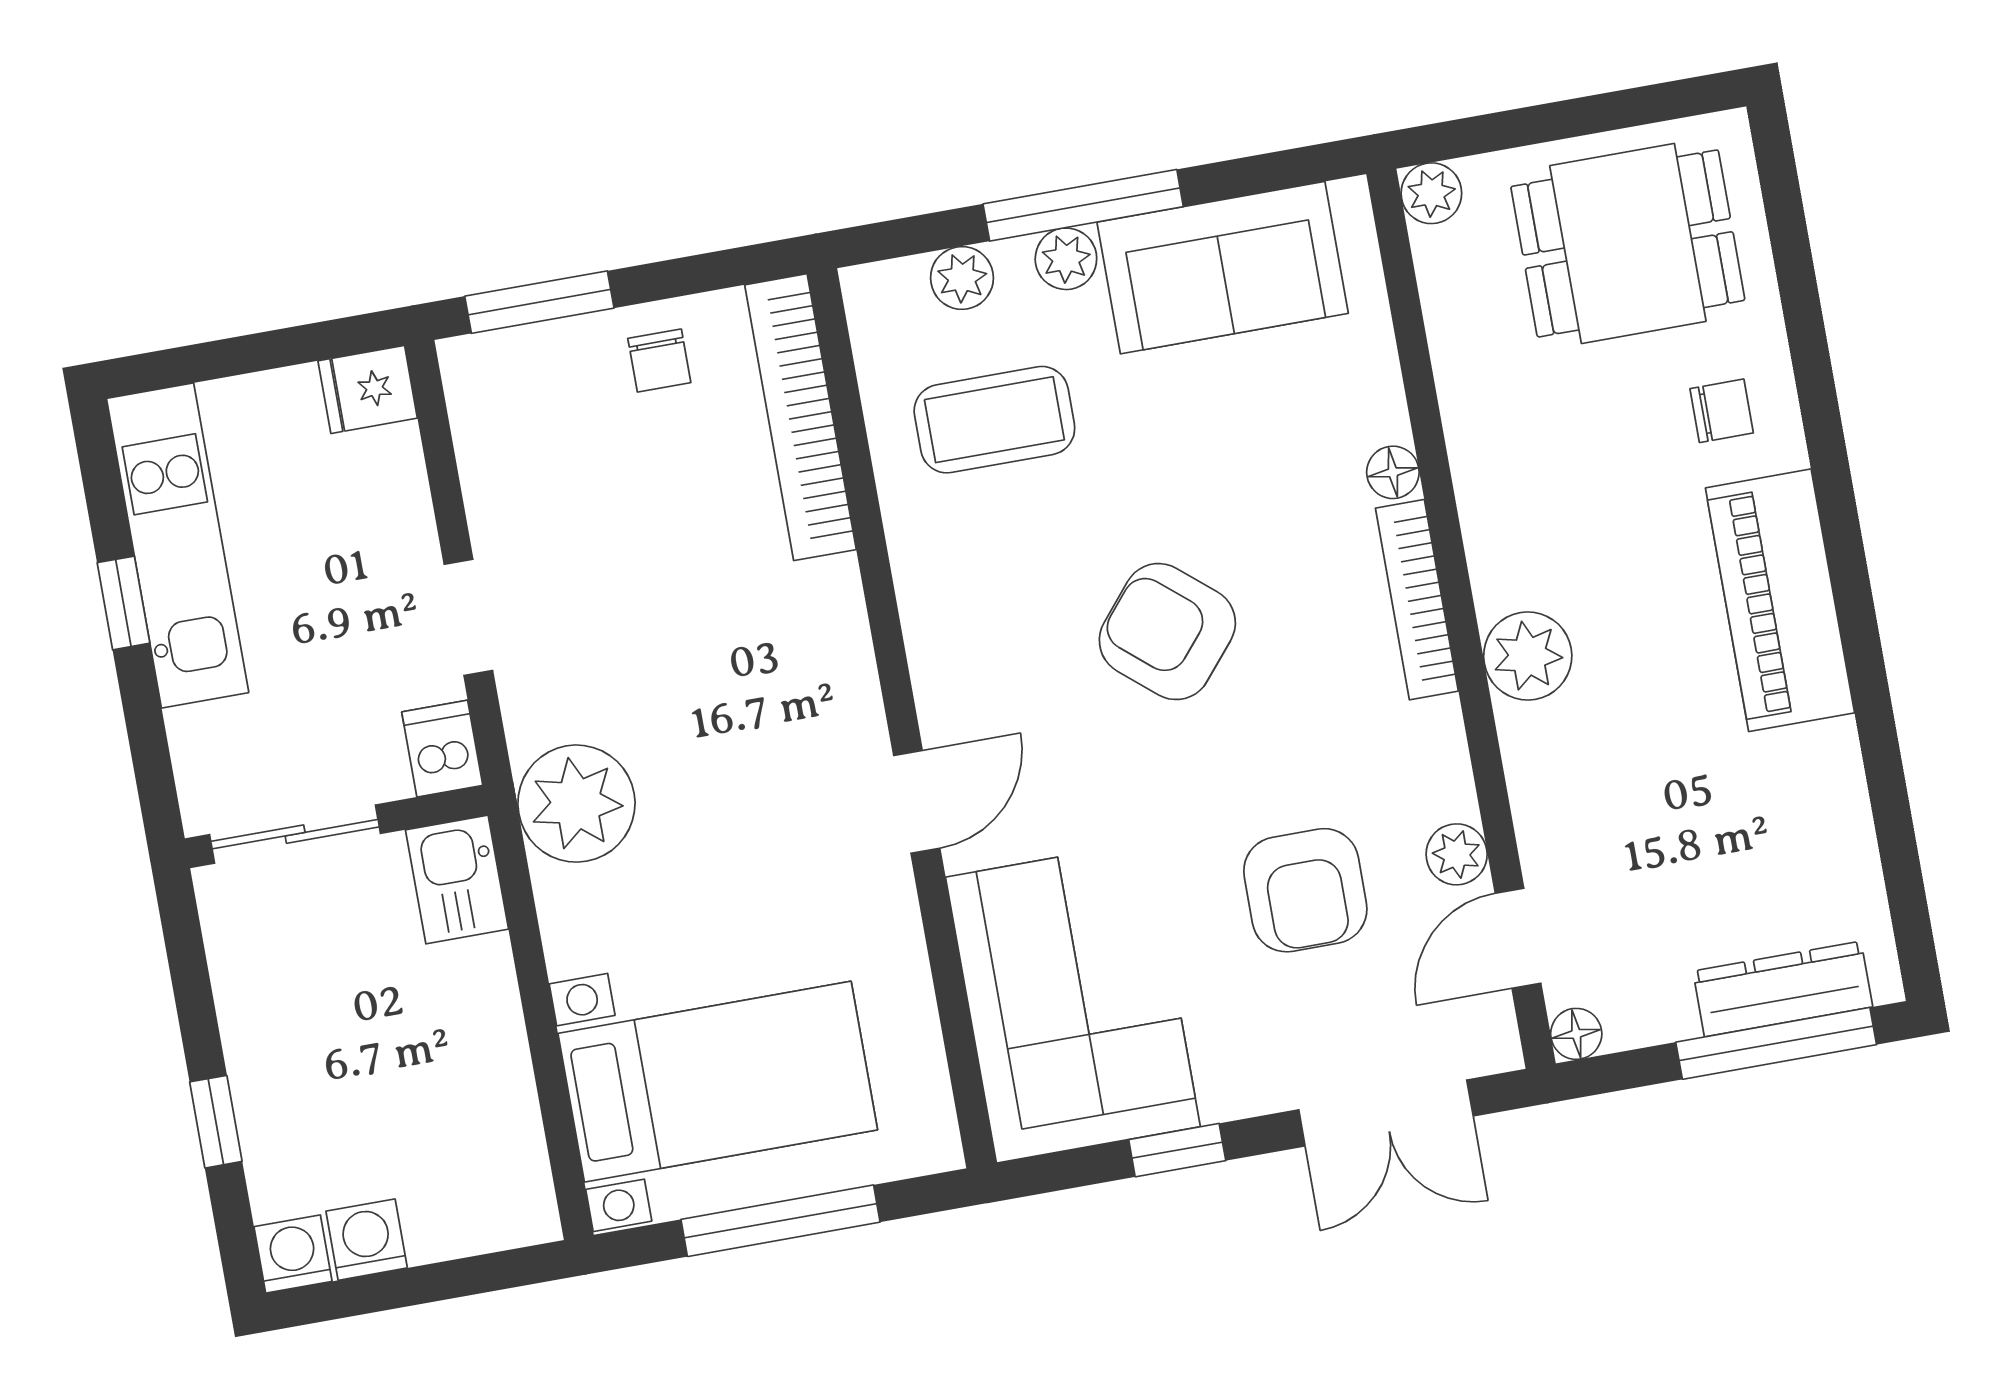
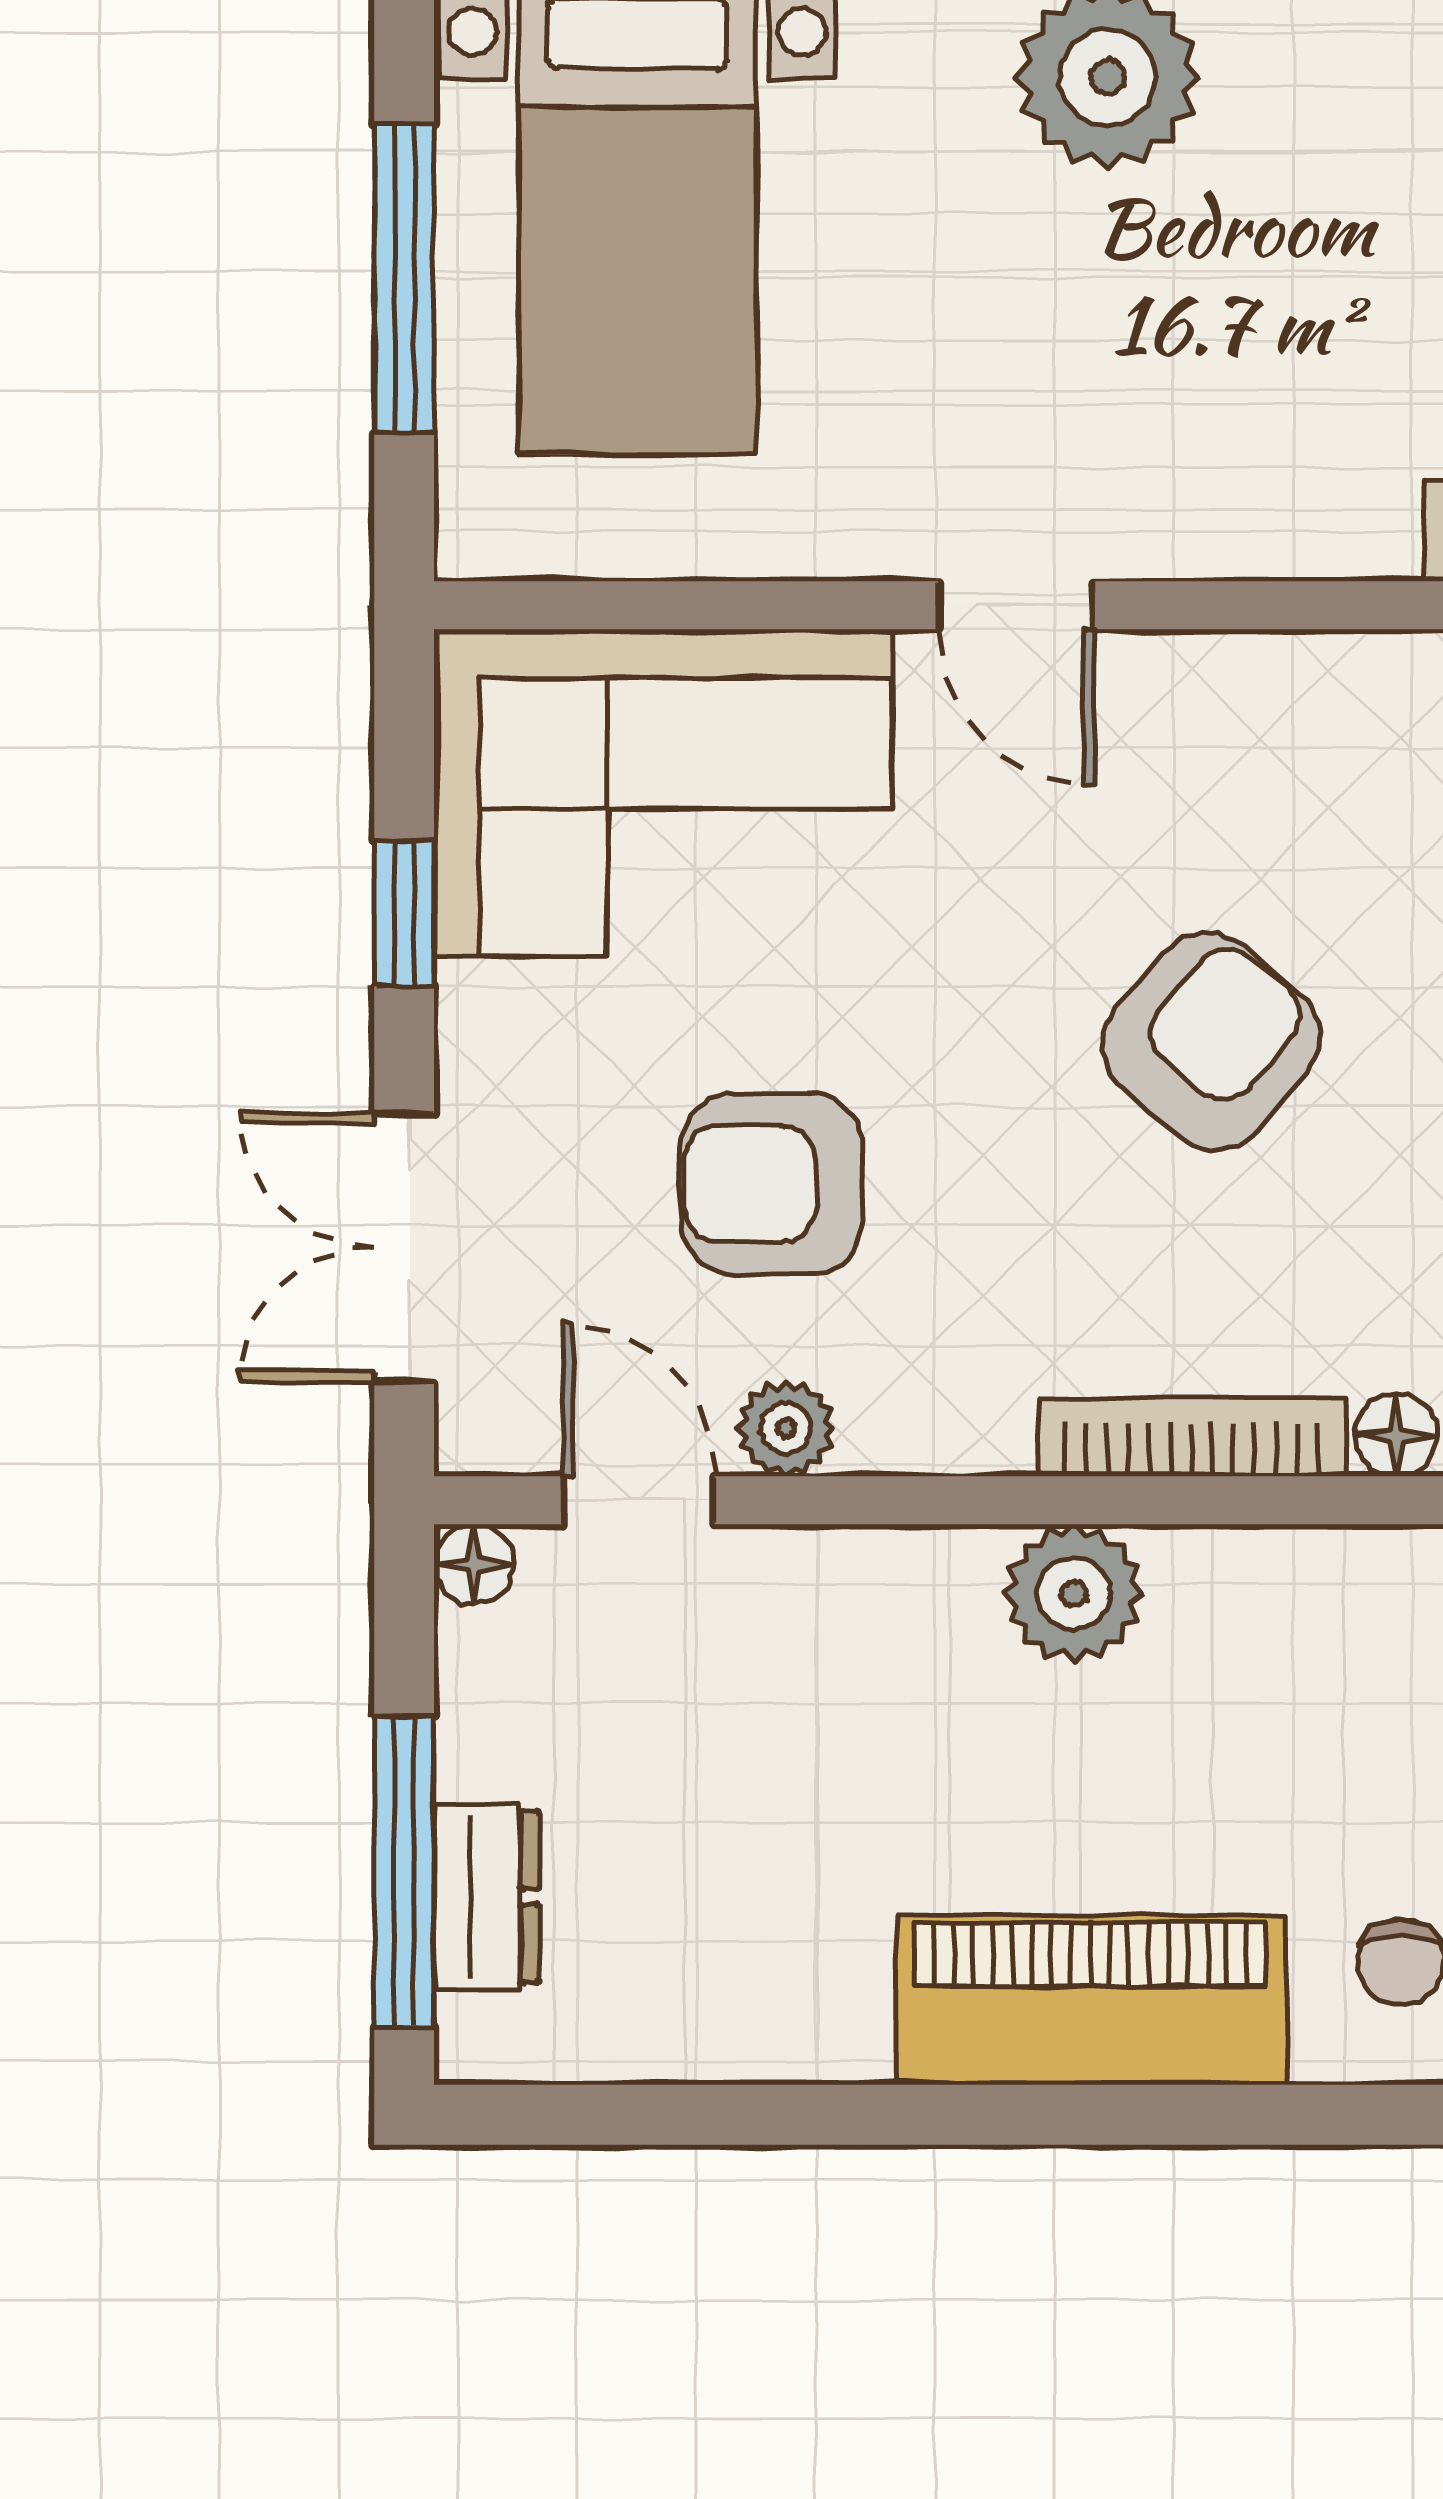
dresser: (1783, 989) -> (487, 1897), width x0.70

